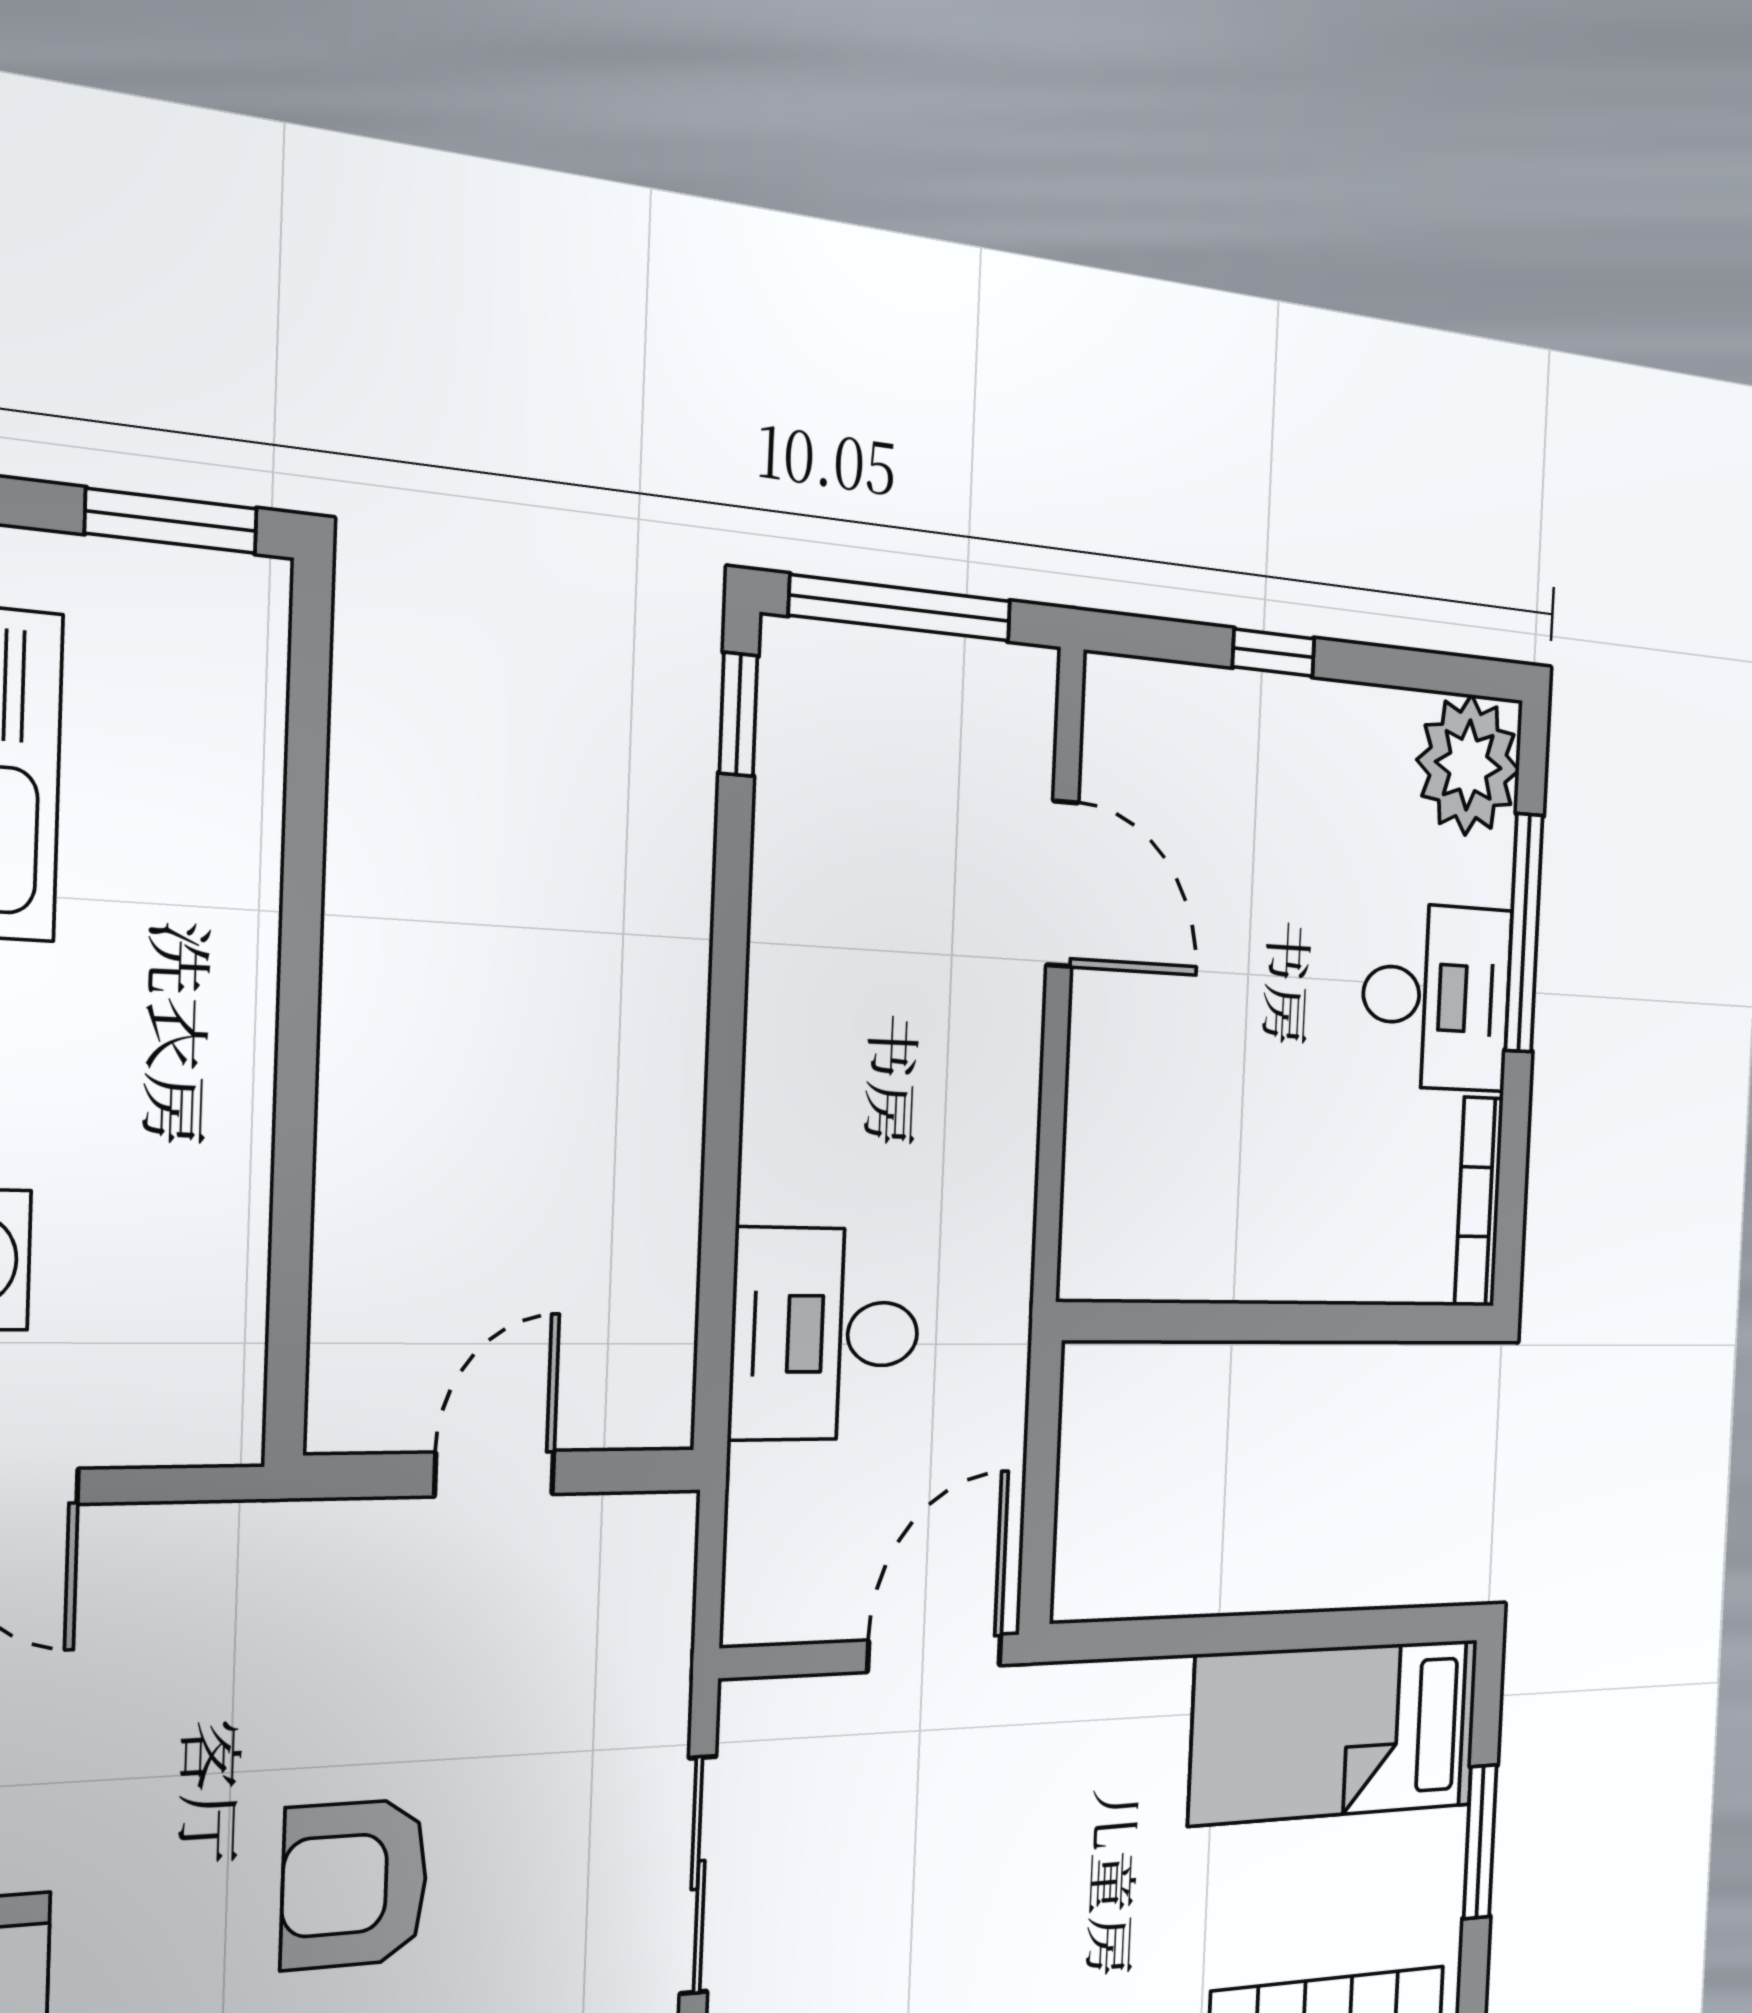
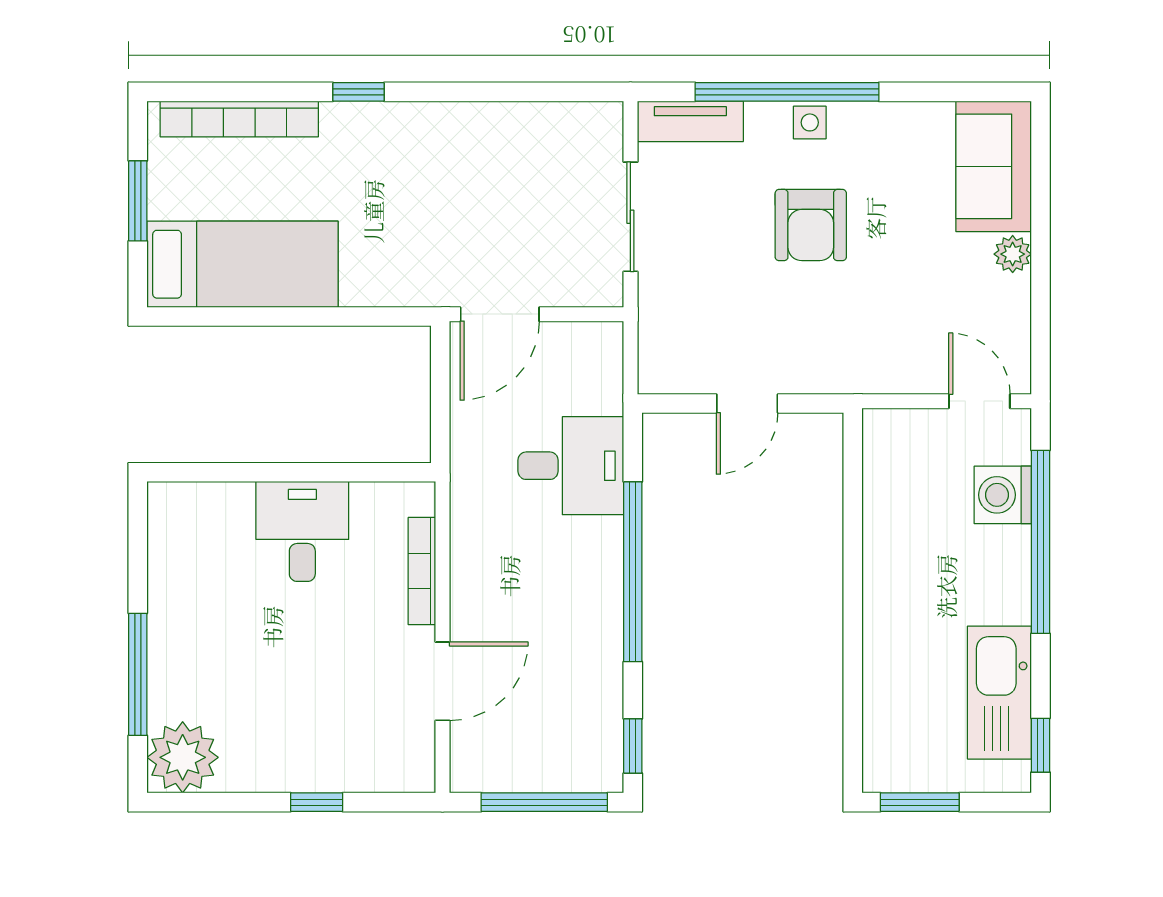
door: (1062, 884) -> (443, 681), swing flipped
desk: (1436, 997) -> (302, 531), moved, turned 90
window: (724, 1100) -> (633, 572), added
bookcase: (1479, 1202) -> (422, 571), moved, turned 180
armchair: (355, 1884) -> (811, 225), turned 90

